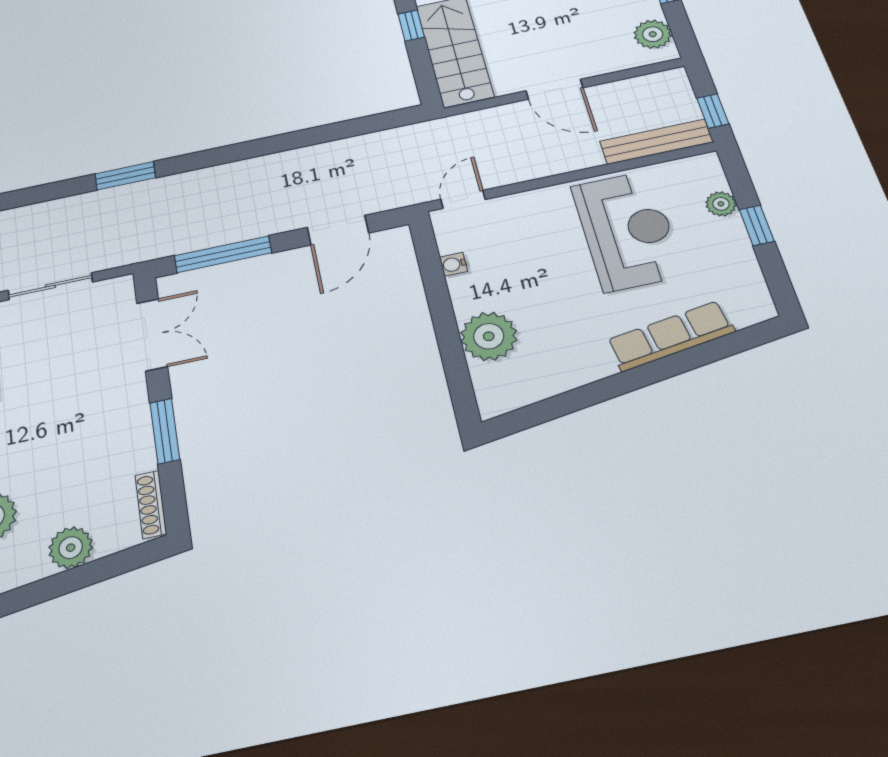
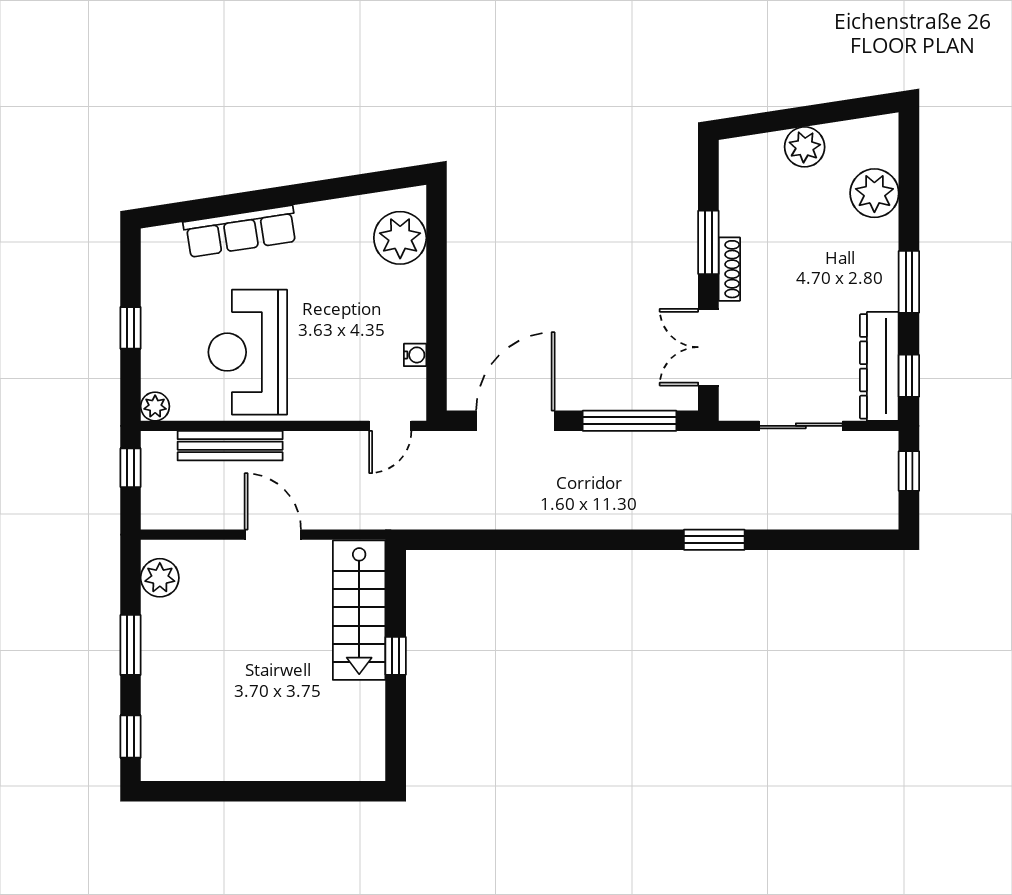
bench: (656, 142) -> (230, 446), moved
plant: (721, 204) -> (155, 406), moved
door: (338, 230) -> (515, 421), width x1.36
plant: (489, 336) -> (400, 238), moved
shoe rack: (151, 504) -> (729, 269), moved

